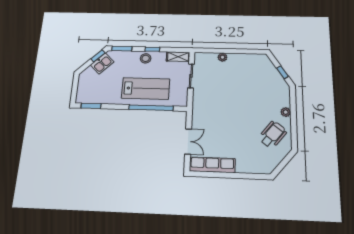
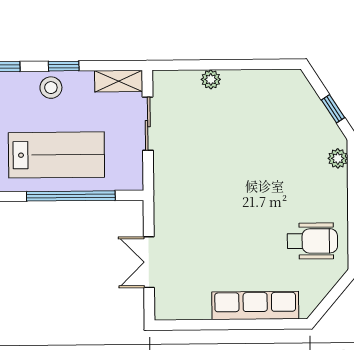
plant: (286, 112) -> (338, 158), moved
wheelchair: (273, 135) -> (312, 241), turned 51
double door: (188, 141) -> (149, 262), swing flipped
row of seats: (212, 165) -> (255, 305), moved

